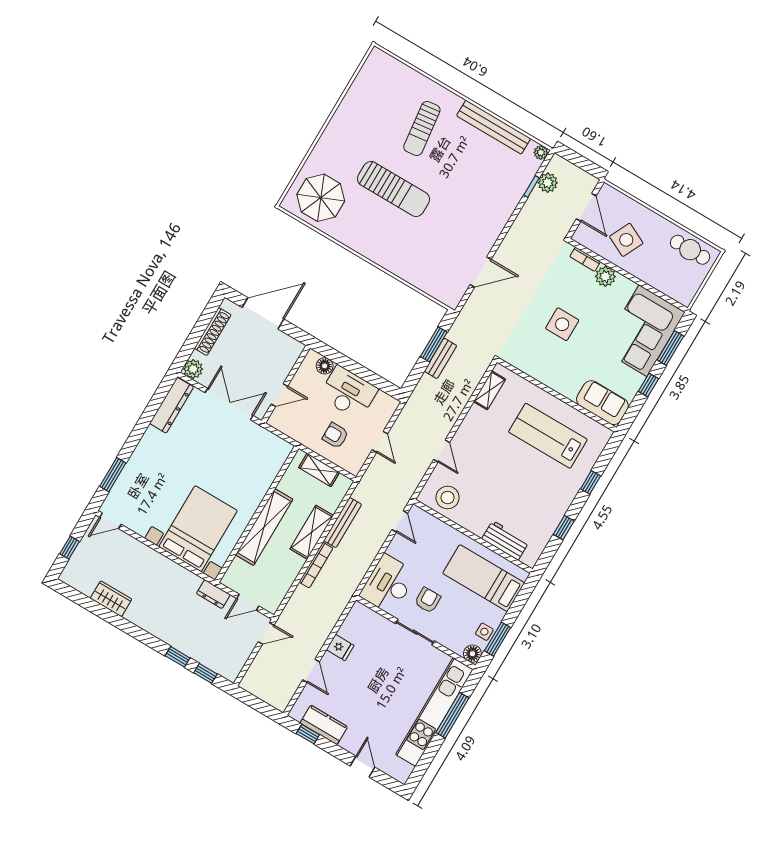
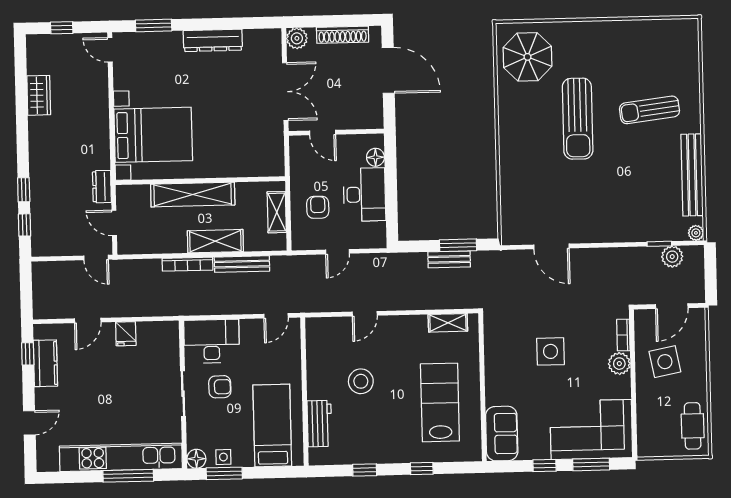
side table: (626, 240) -> (665, 362), turned -37
dresser: (172, 405) -> (213, 40), moved
stool: (448, 497) -> (361, 381), moved

